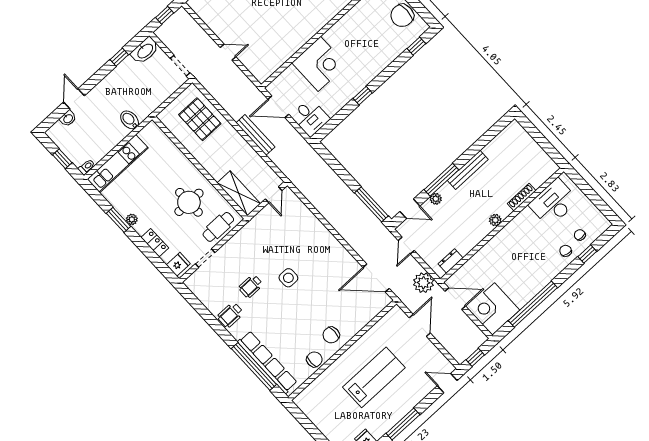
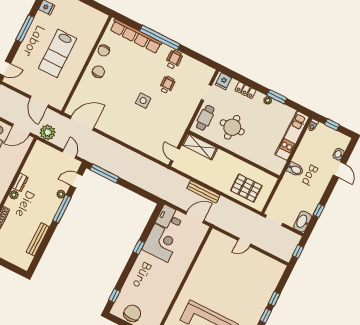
corner desk: (319, 64) -> (161, 243), moved, turned 180
bench: (468, 170) -> (38, 239), moved
dresser: (451, 261) -> (20, 182), moved
window: (254, 367) -> (160, 38), moved

